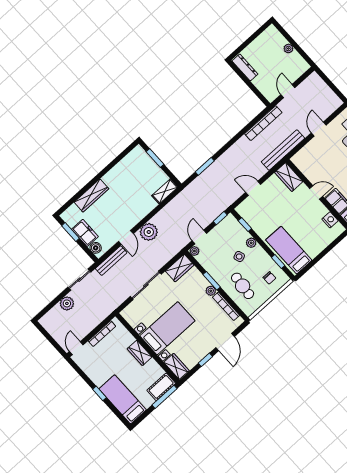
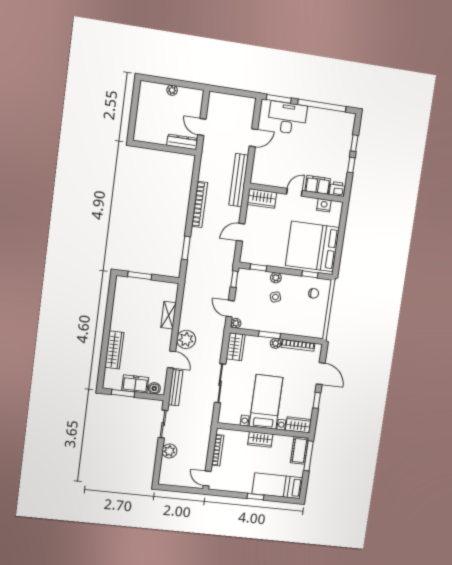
dresser: (245, 67) -> (182, 142), moved
bookcase: (263, 123) -> (200, 204), moved
door: (319, 129) -> (254, 138), swing flipped
shelving: (165, 191) -> (169, 315), moved
bed: (289, 250) -> (312, 247), width x2.04
cafe table: (243, 286) -> (298, 318), removed

